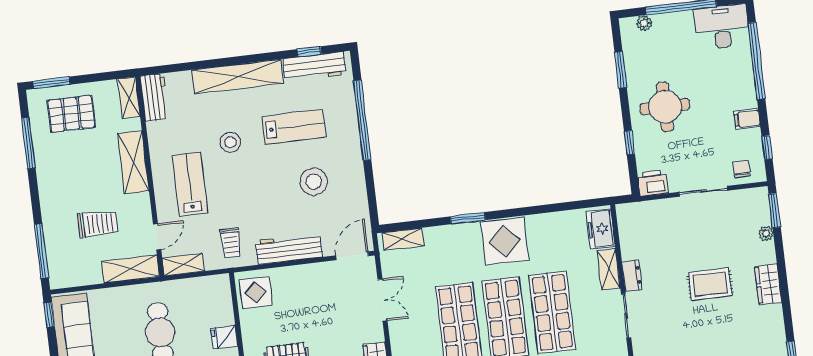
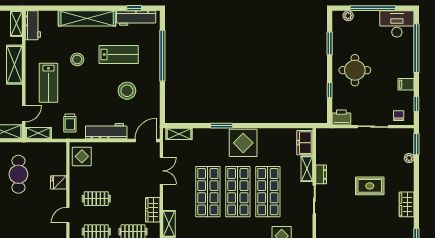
lab bench: (190, 184) -> (48, 83), turned 180
wardrobe: (768, 284) -> (407, 204), moved

